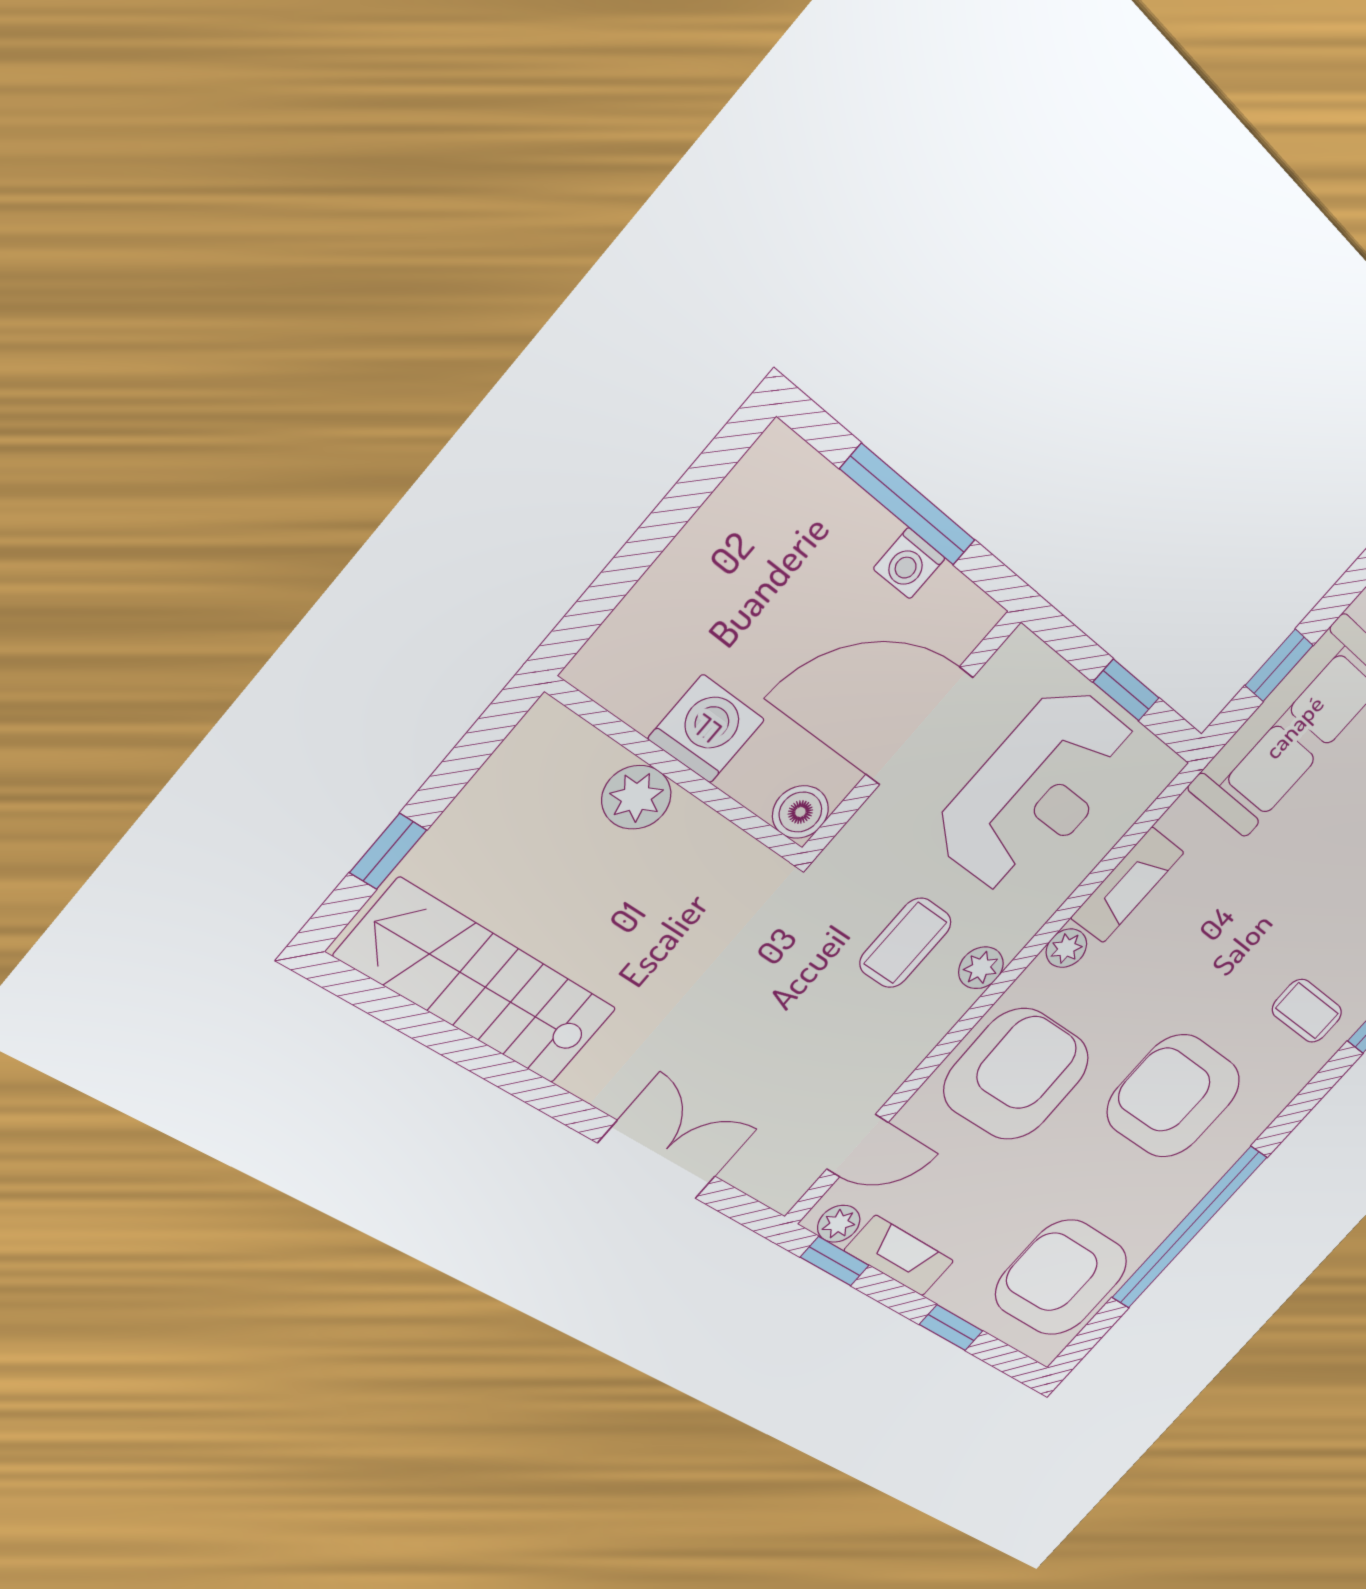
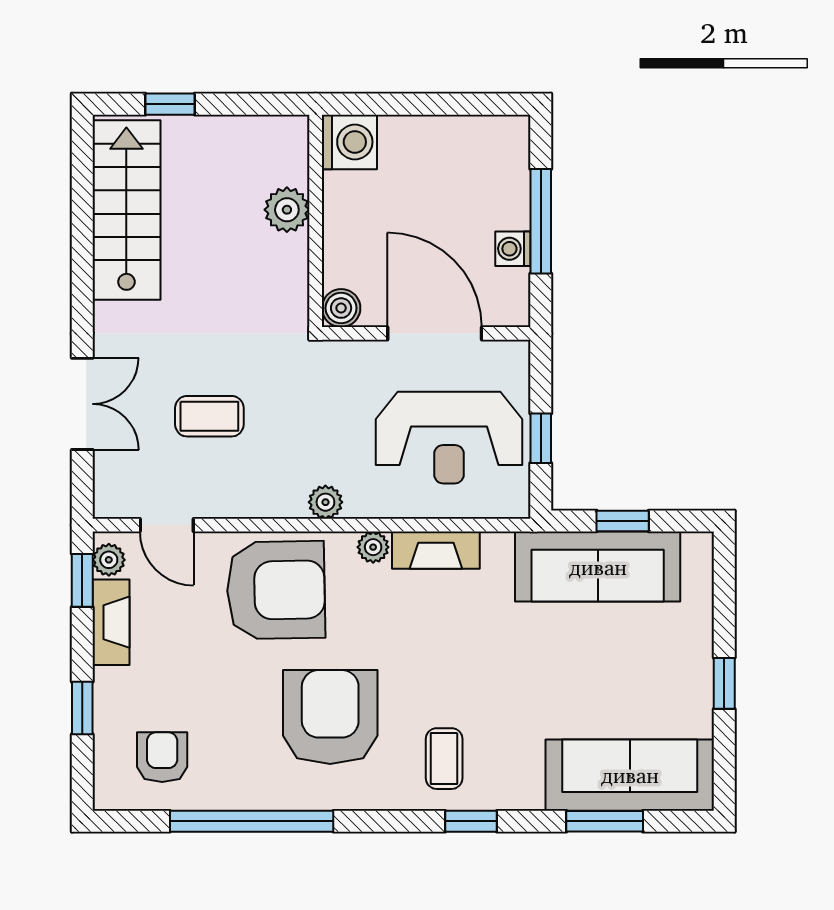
washing machine: (706, 729) -> (349, 142), moved
coffee table: (905, 943) -> (209, 416), moved
armchair: (1061, 1278) -> (162, 757), width x0.53, depth x0.53

